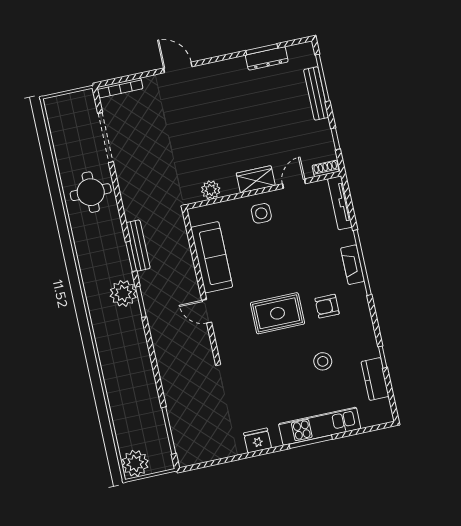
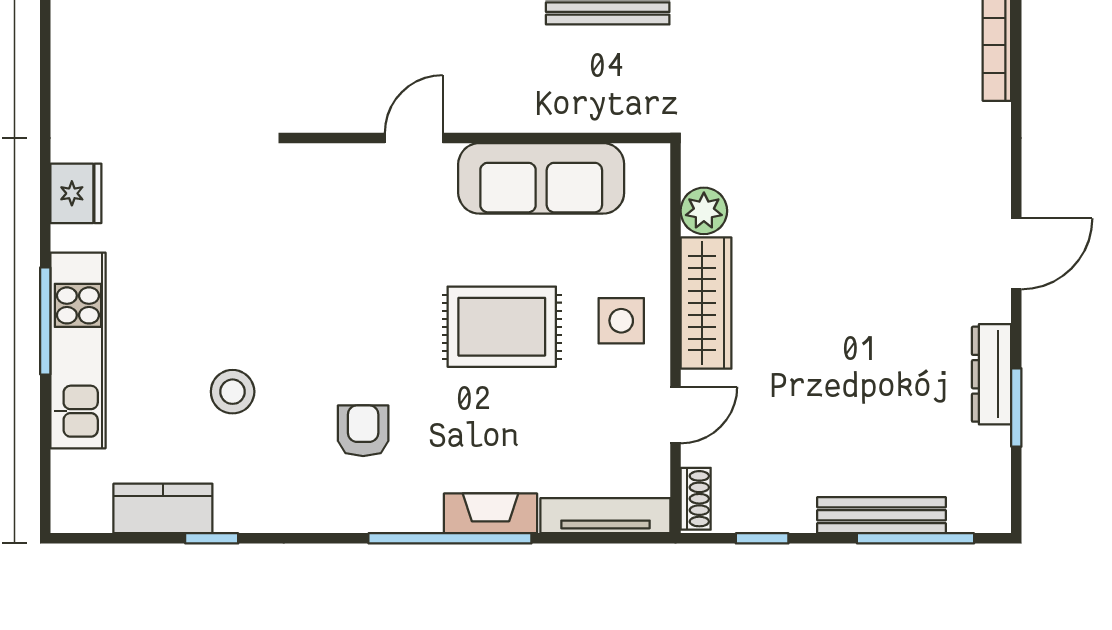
dresser: (267, 58) -> (992, 374), moved
door: (178, 67) -> (1016, 254), moved
wardrobe: (256, 179) -> (706, 303), width x1.50
door: (294, 184) -> (676, 415), hinge flipped
fireplace: (352, 265) -> (490, 513), moved
rug: (277, 313) -> (502, 327), moved, turned 90

